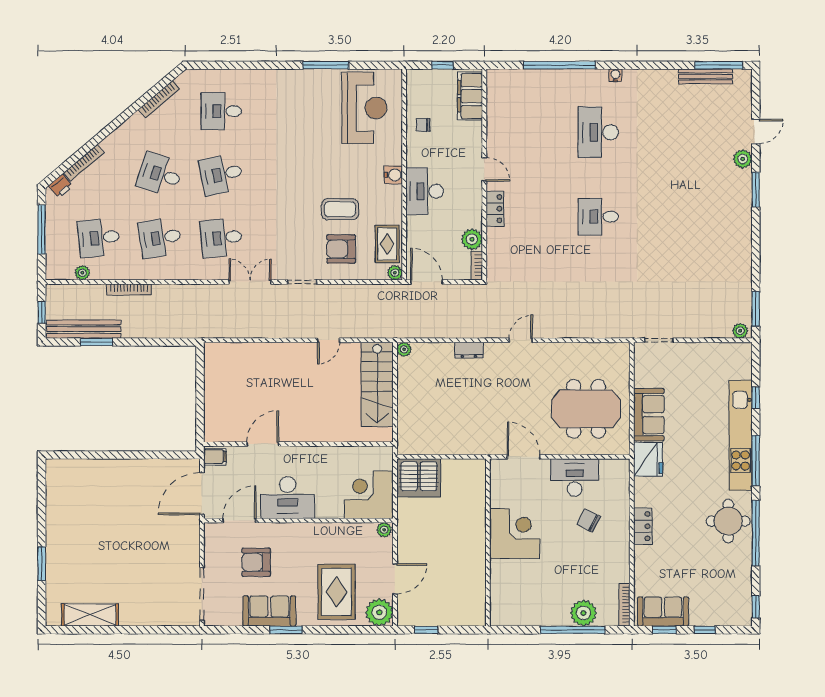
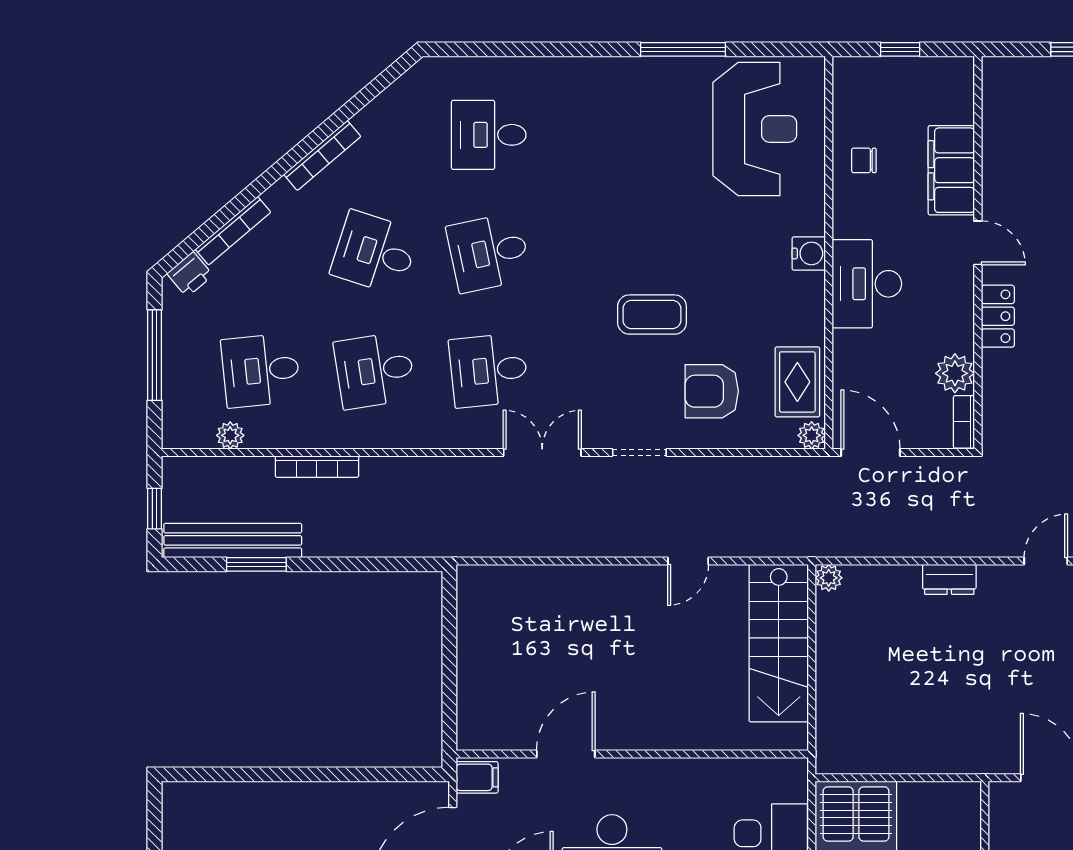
filing cabinet: (470, 96) -> (951, 170), moved
bookcase: (159, 99) -> (322, 155), moved
coffee table: (340, 209) -> (652, 315), moved

